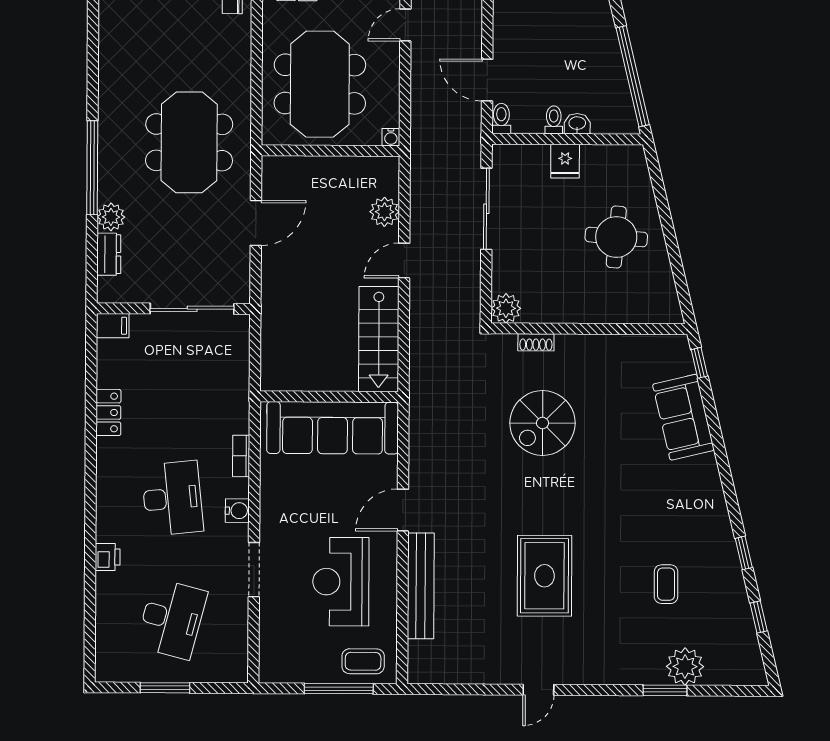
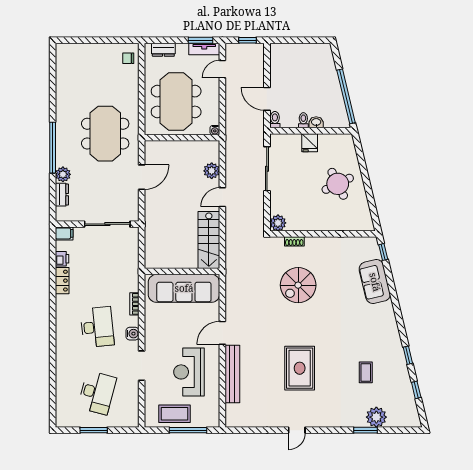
round table: (616, 237) -> (338, 184), turned -31
printer: (108, 557) -> (62, 259), moved
coffee table: (363, 661) -> (174, 414), moved, width x1.36, depth x1.30

